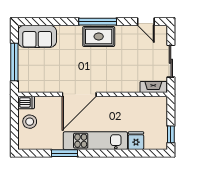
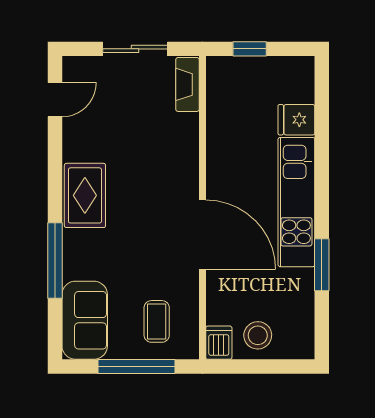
window: (98, 22) -> (55, 260), moved
coffee table: (37, 72) -> (157, 321), added
window: (171, 134) -> (250, 49), moved

